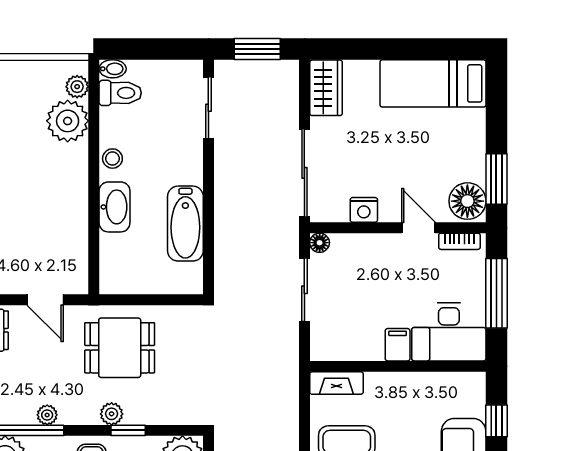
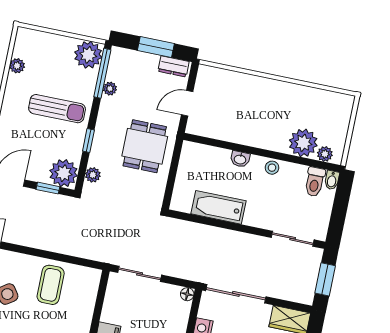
washbasin: (114, 207) -> (240, 159), width x0.52, depth x0.69
sliding door: (304, 290) -> (140, 274), moved
fireplace: (336, 383) -> (91, 286), removed
plant: (112, 414) -> (93, 175), moved

